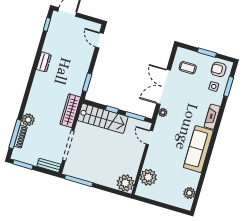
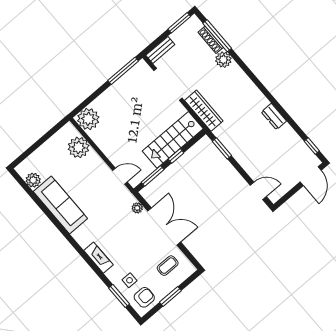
sofa: (198, 149) -> (60, 205), moved

